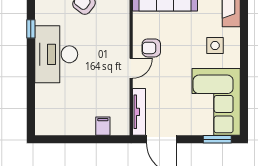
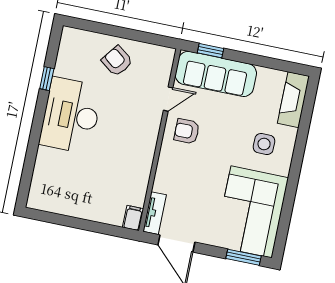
door: (131, 68) -> (168, 99), moved
tv unit: (139, 112) -> (155, 213), width x0.71
filing cabinet: (103, 126) -> (133, 218), moved

